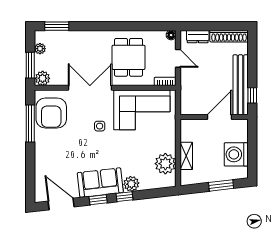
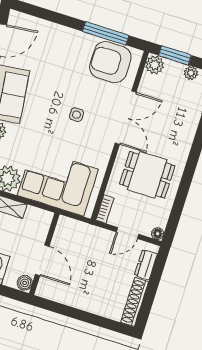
bench: (241, 85) -> (73, 297), removed
window: (252, 95) -> (56, 307), removed
corner sofa: (142, 110) -> (58, 182), moved, turned 90
boiler: (241, 125) -> (25, 283), added

